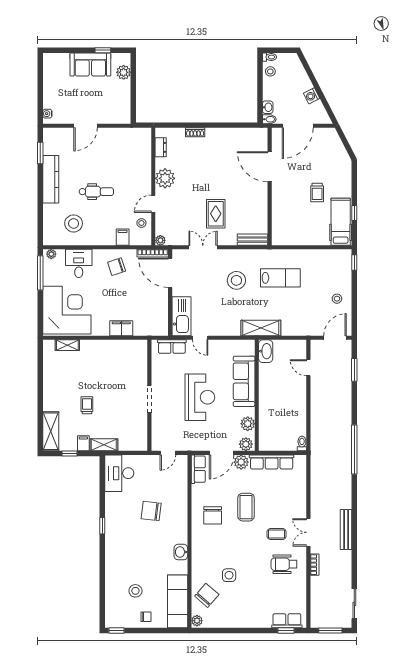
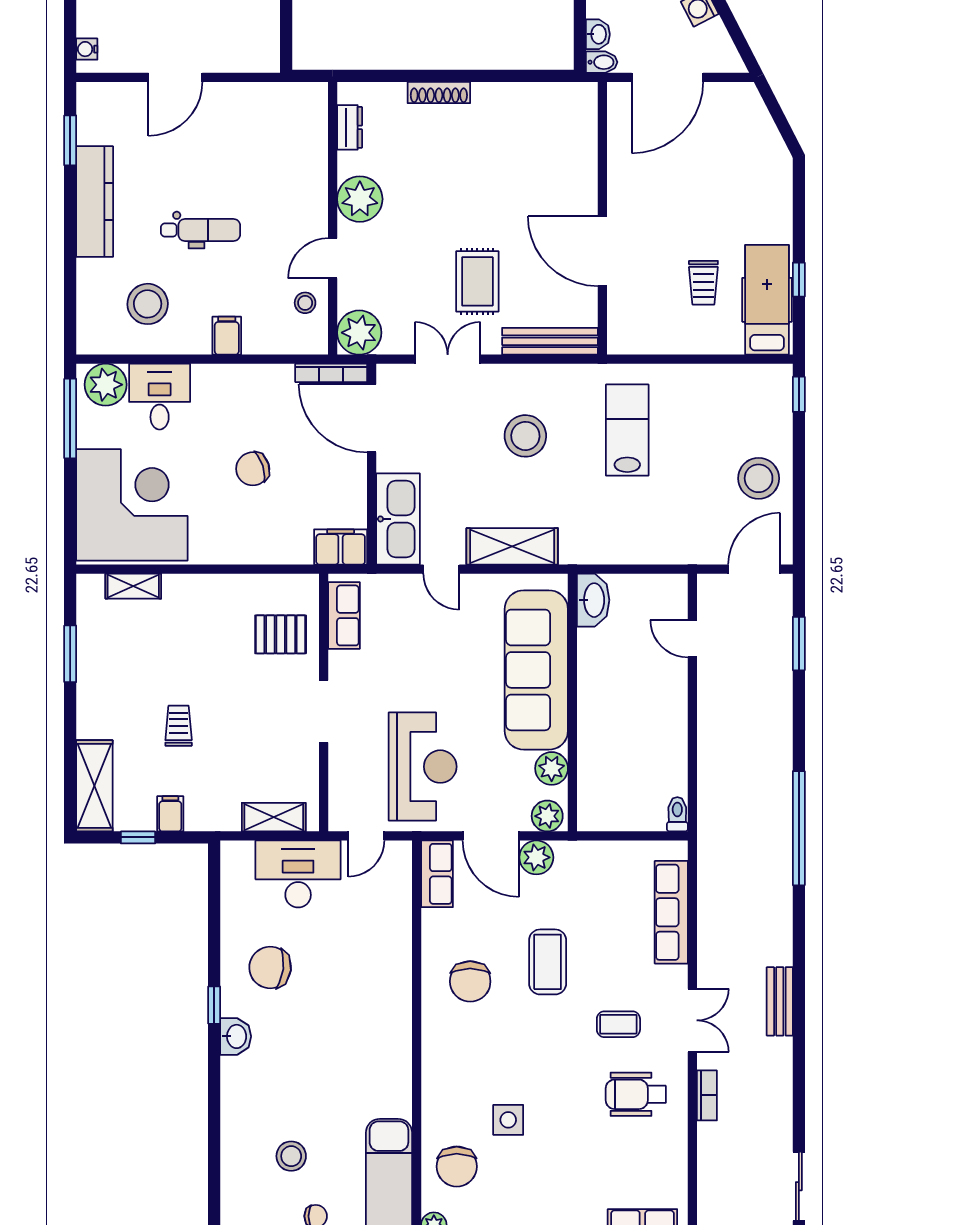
shoe rack: (195, 132) -> (439, 92), width x1.43
door: (270, 167) -> (602, 251), moved
trolley: (317, 193) -> (703, 283), moved
filing cabinet: (123, 237) -> (227, 336), moved
plant: (160, 240) -> (359, 333), width x1.88, depth x1.88
bench: (253, 240) -> (550, 341), width x1.36
plant: (51, 254) -> (106, 385), width x1.87, depth x1.87
chair: (117, 267) -> (253, 469), moved
lab bench: (280, 278) -> (627, 430), turned -90
stool: (337, 299) -> (759, 478), width x1.89, depth x1.89
filing cabinet: (121, 328) -> (341, 547), moved
shelving: (261, 328) -> (512, 546), moved
row of seats: (172, 347) -> (344, 615), moved, turned -90
pallet: (131, 366) -> (281, 634), added
window: (40, 374) -> (70, 654), added
sofa: (244, 381) -> (536, 670), width x1.36, depth x1.27
reception desk: (200, 397) -> (423, 767), moved
shelving: (104, 445) -> (274, 817), moved
door: (222, 453) -> (491, 836), hinge flipped
row of seats: (272, 462) -> (671, 912), moved, turned 90
desk: (119, 473) -> (298, 874), moved, turned 90
chair: (151, 511) -> (270, 967), moved
bench: (346, 530) -> (780, 1001), width x0.73
double door: (308, 532) -> (692, 1020), swing flipped
washbasin: (181, 552) -> (236, 1036), moved, turned 180
chair: (207, 595) -> (457, 1167), turned 139

